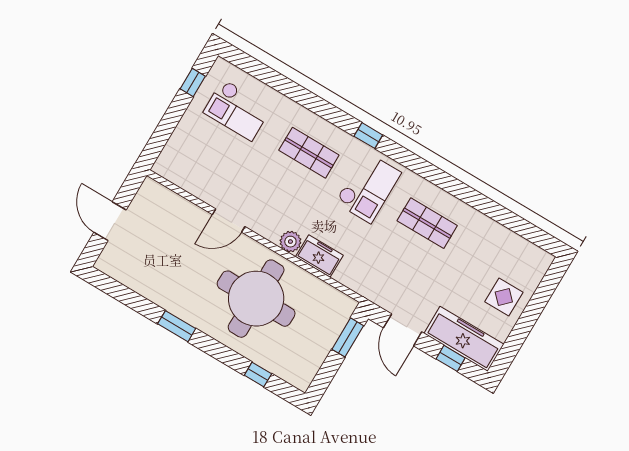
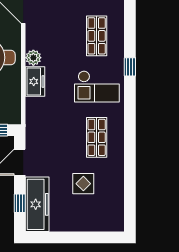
display table: (504, 297) -> (83, 184), moved

